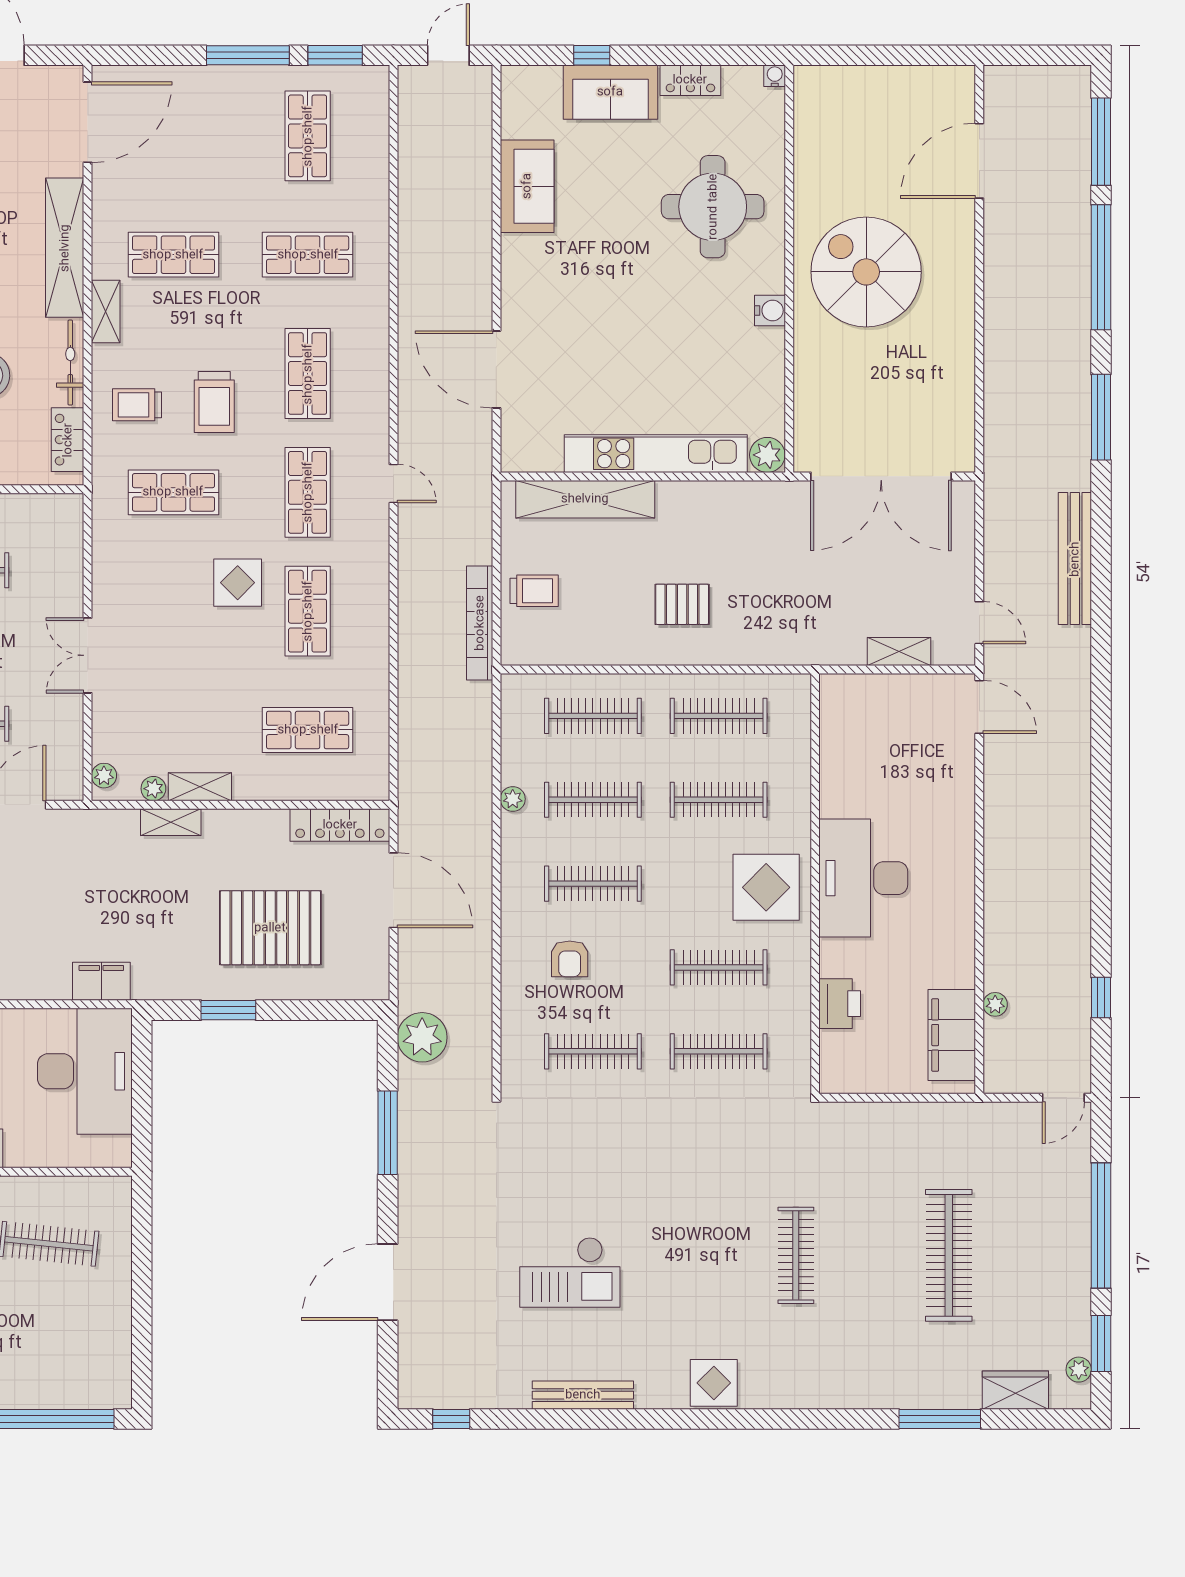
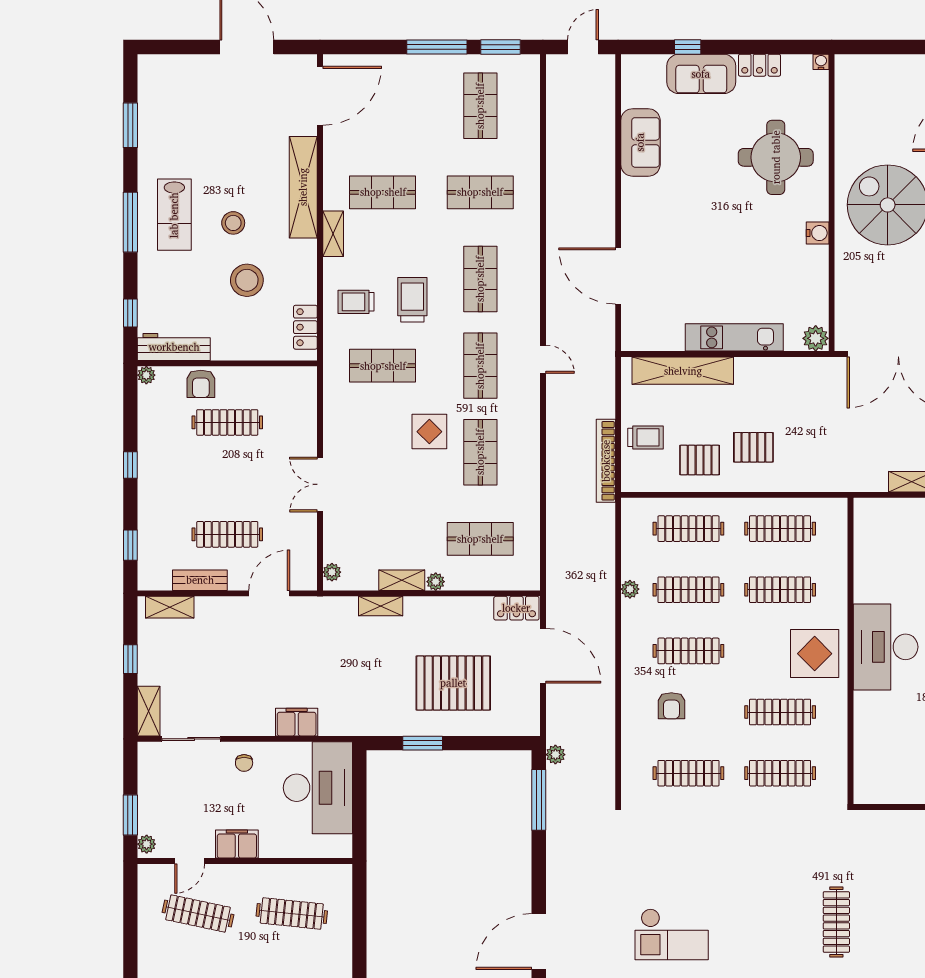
bicycle: (70, 363) -> (307, 271), removed
trolley: (214, 402) -> (412, 300), turned 180
kitchen unit: (656, 454) -> (734, 337), width x0.73
pallet: (608, 622) -> (700, 460), added
plant: (153, 789) -> (436, 582), moved
locker: (340, 825) -> (516, 608), width x0.66
filing cabinet: (101, 981) -> (297, 722), moved
printer: (840, 1004) -> (868, 738), removed
plant: (422, 1037) -> (555, 755), width x0.53, depth x0.53
window: (388, 1133) -> (539, 800), moved

